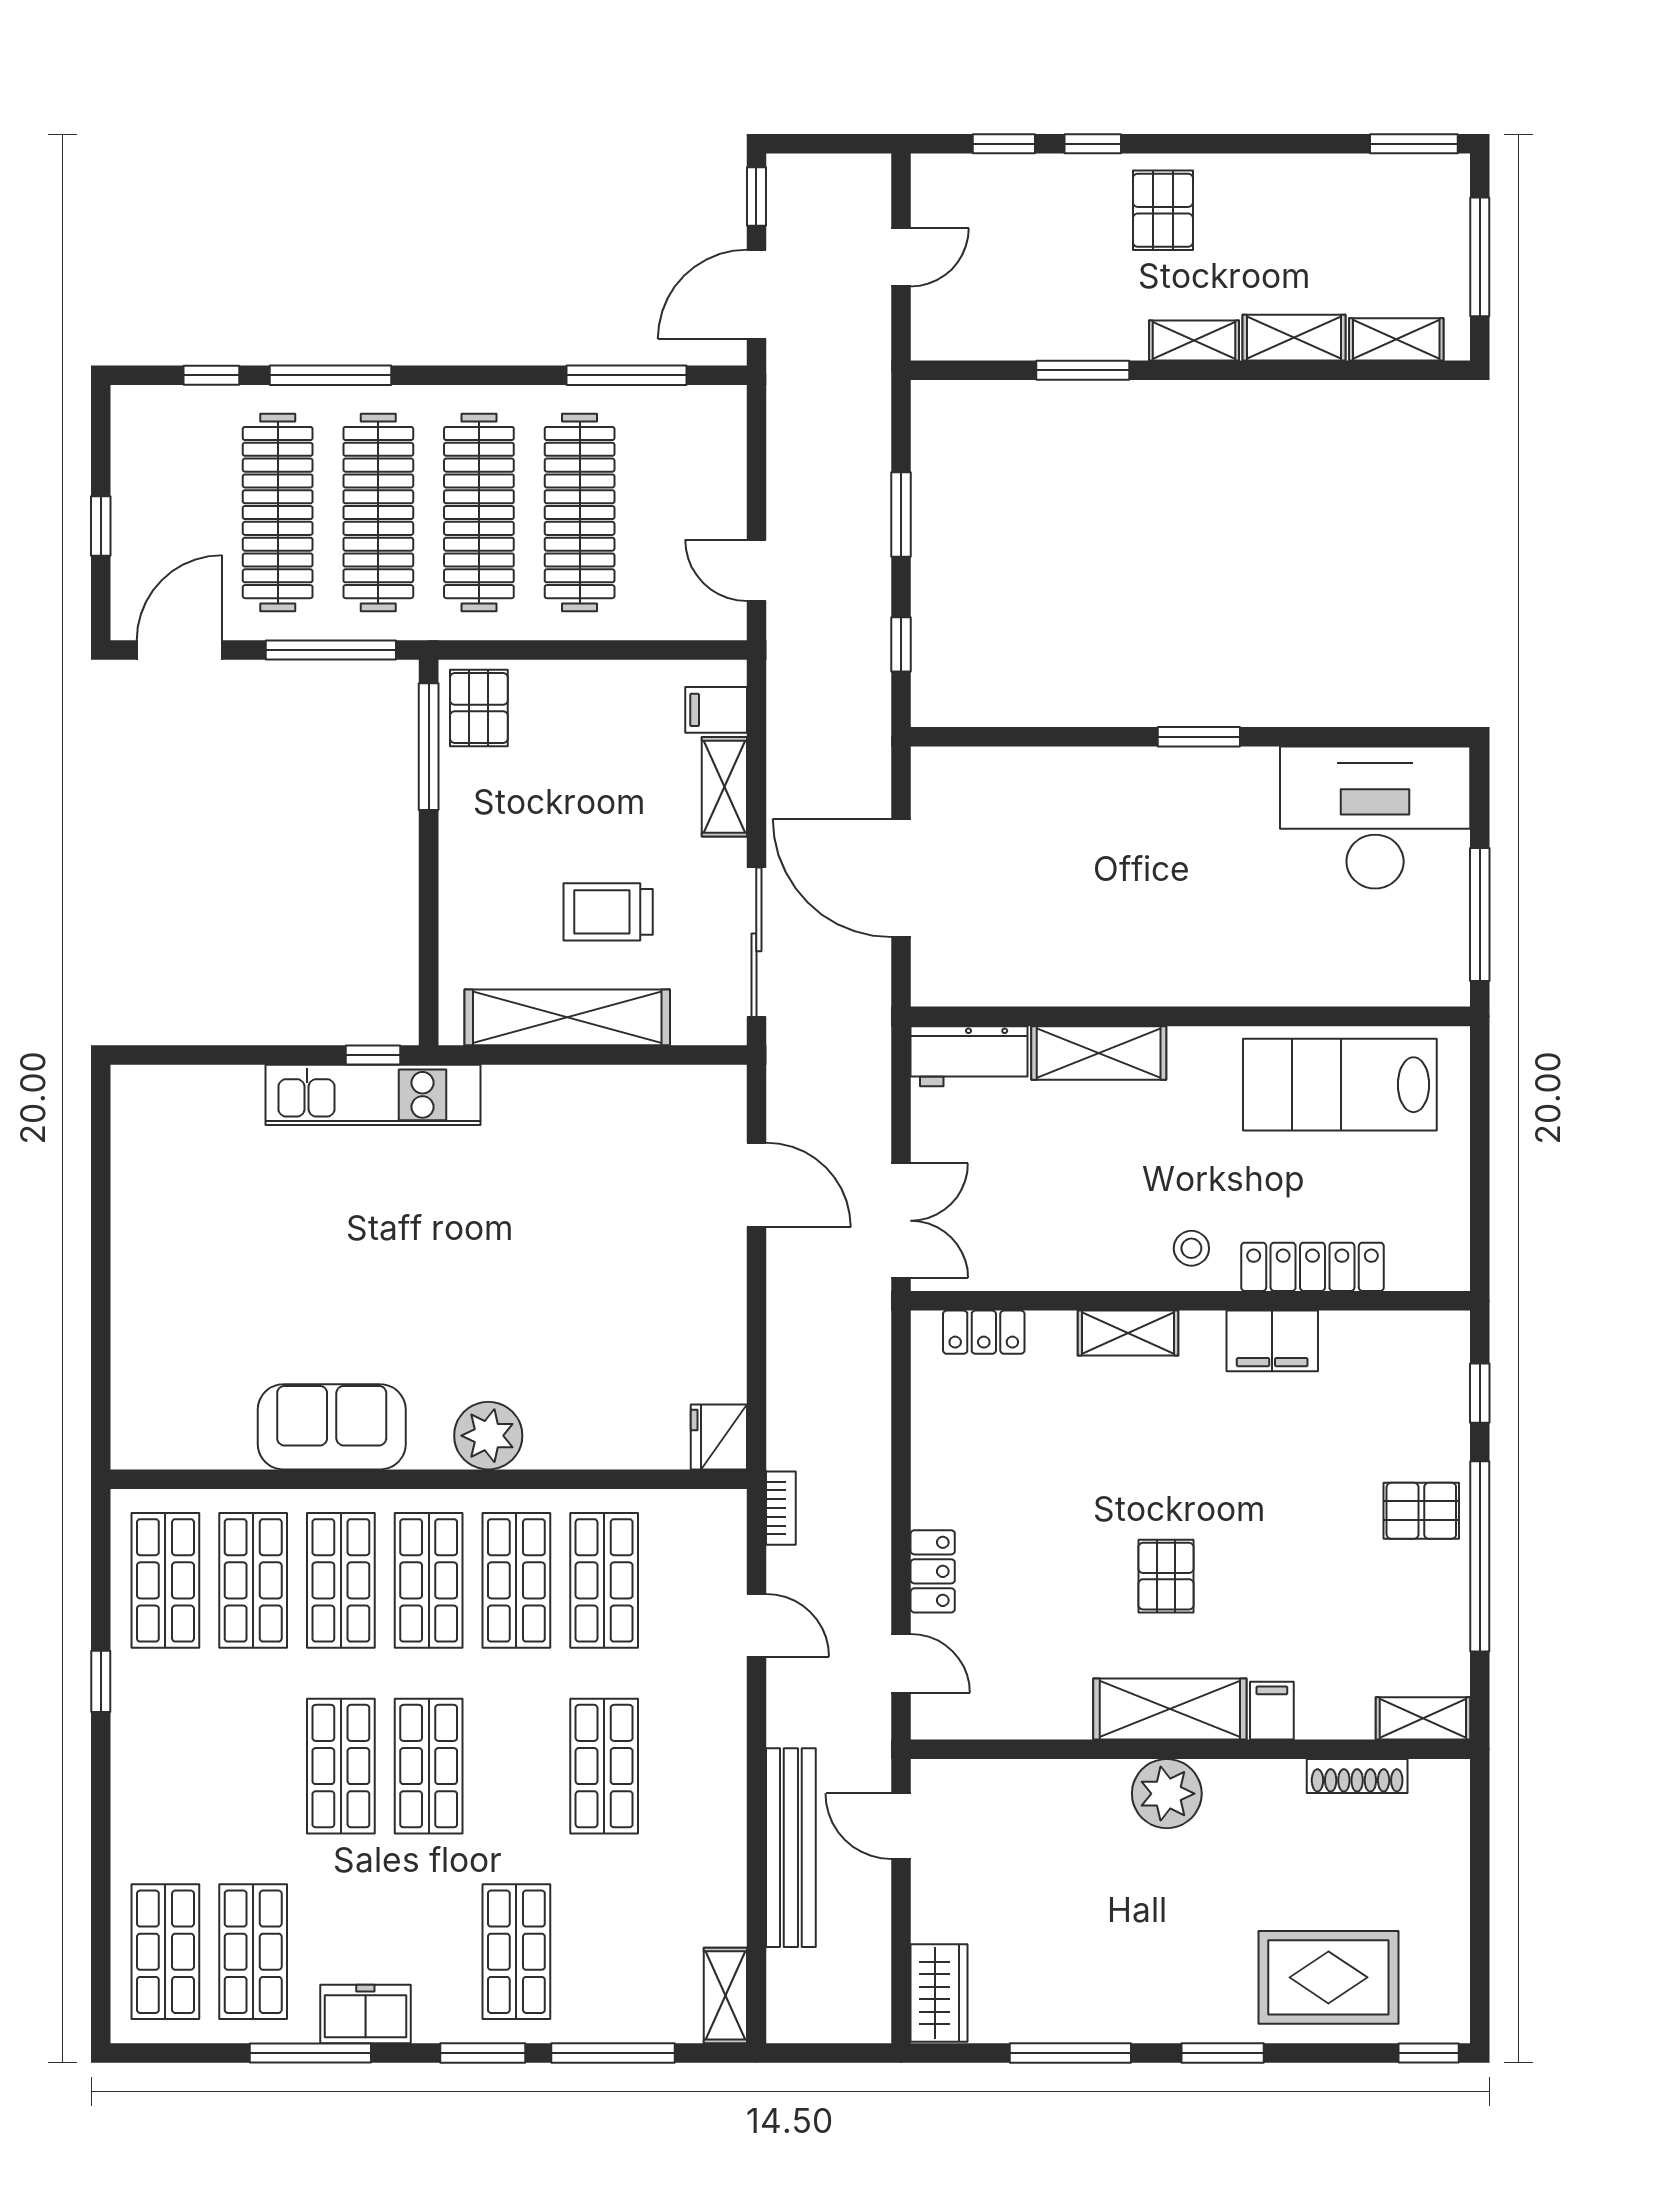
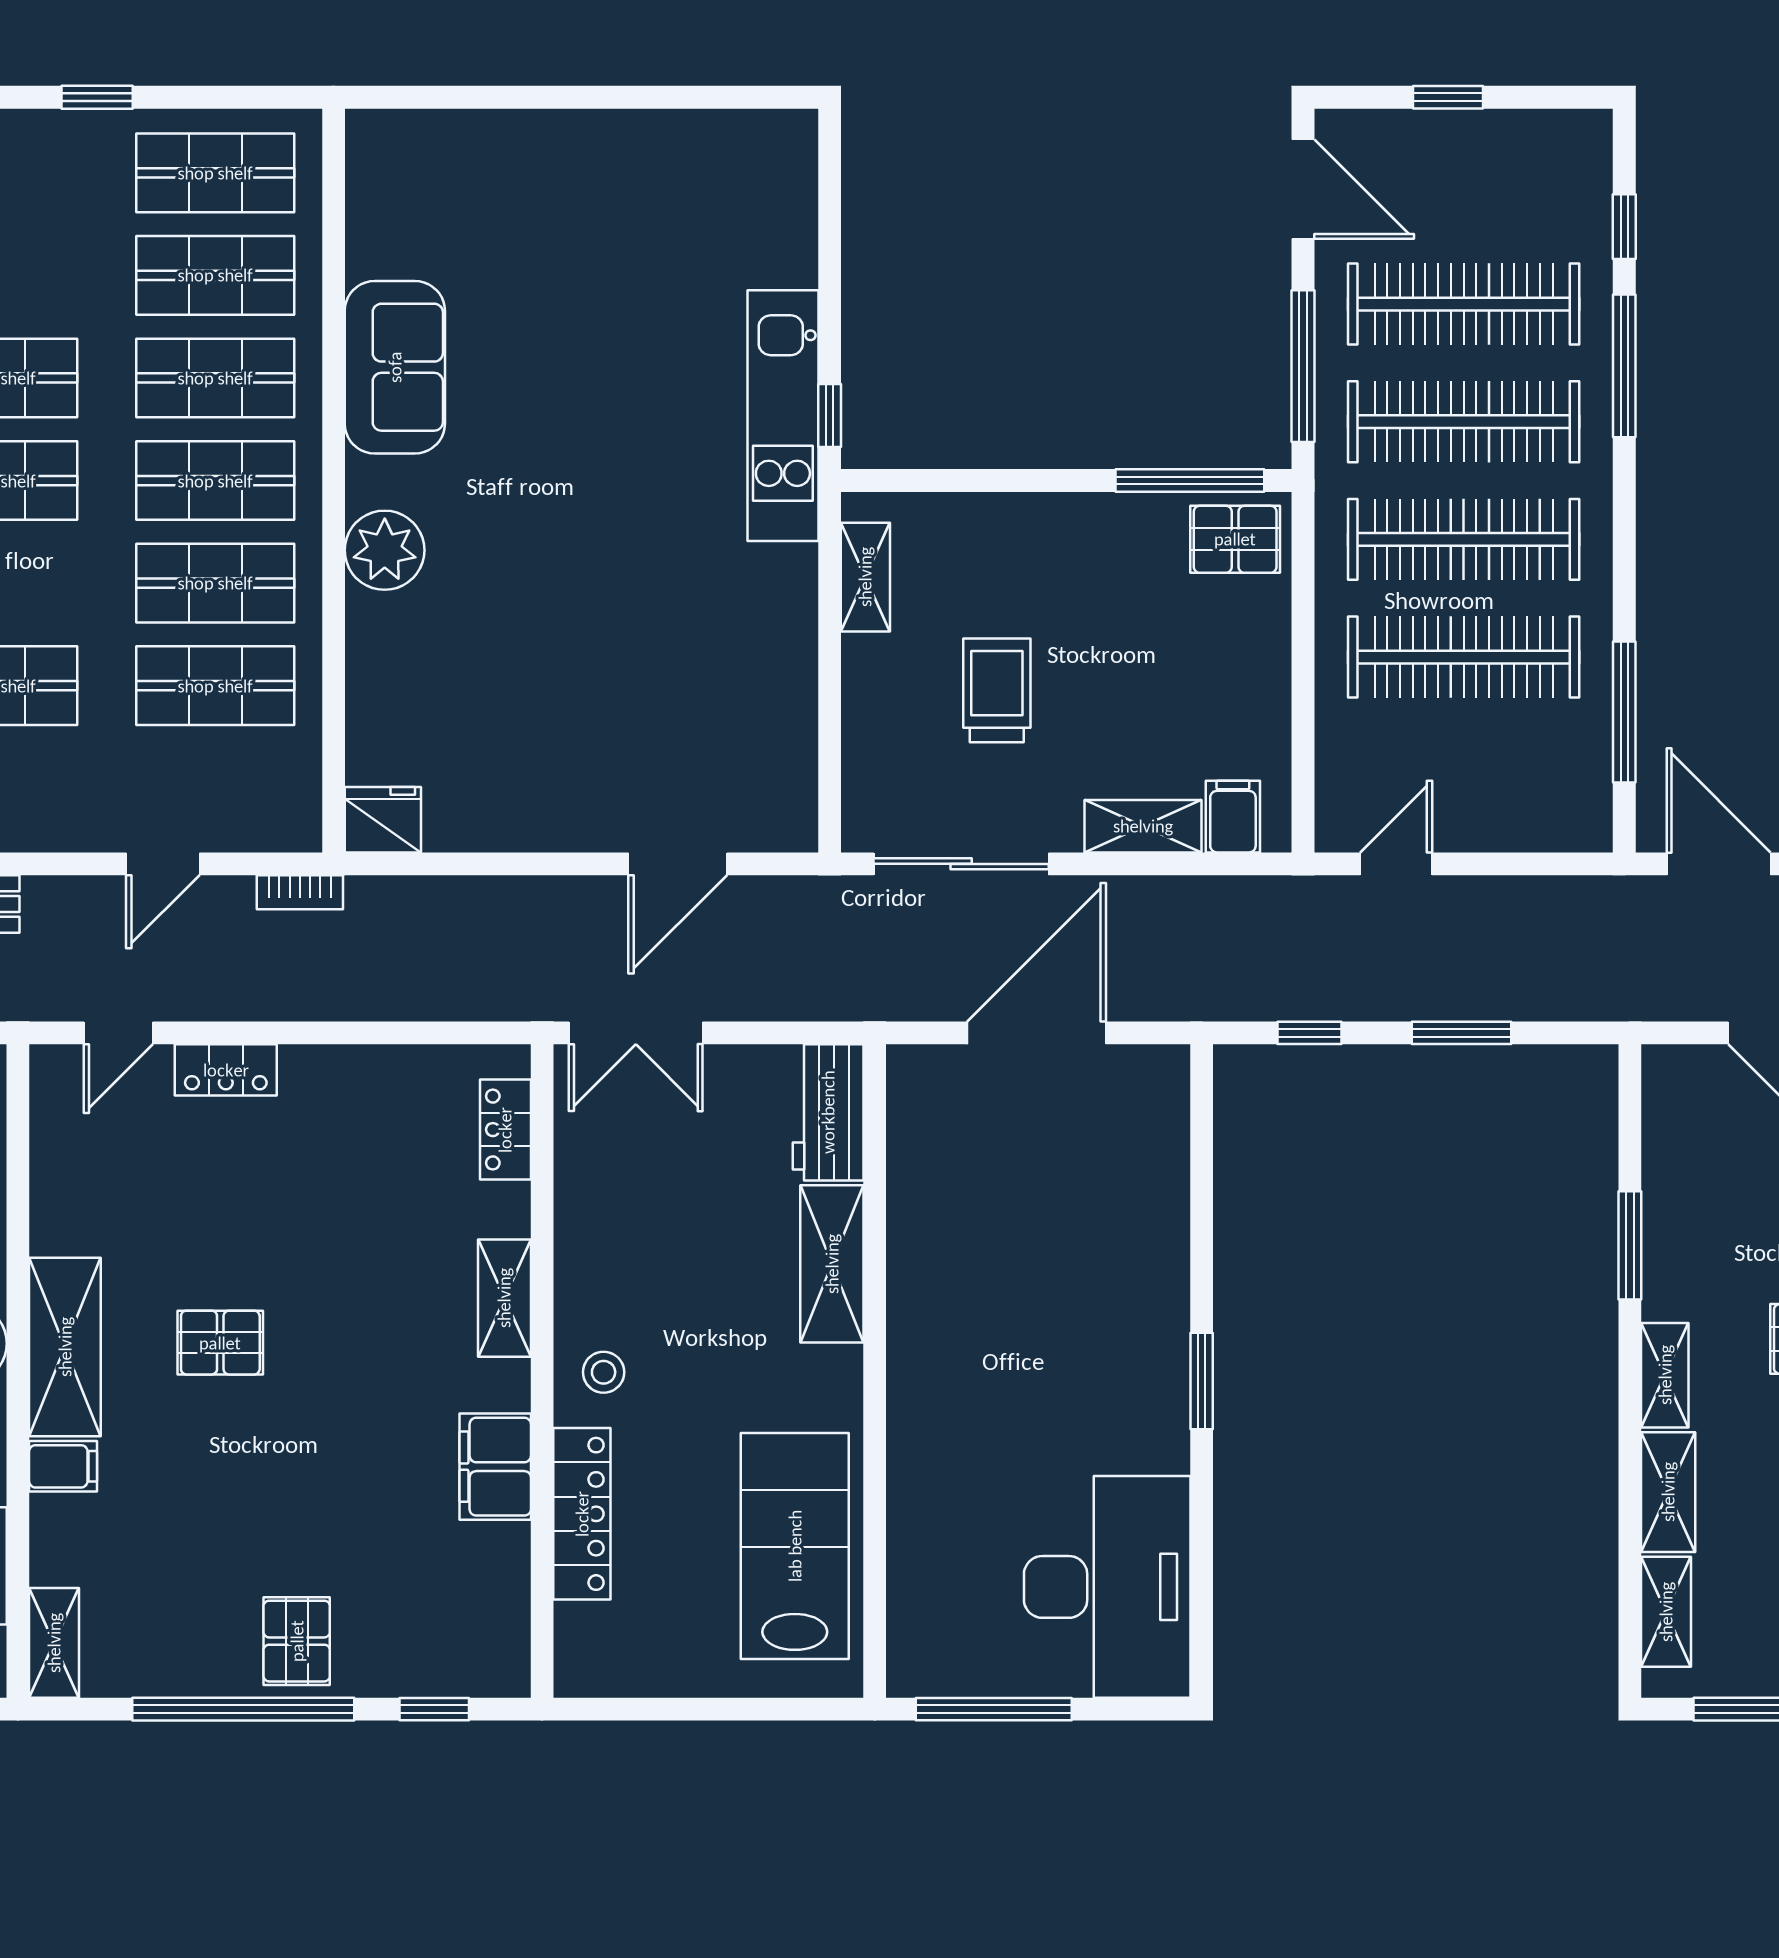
shelving: (567, 1017) -> (865, 577), width x0.45, depth x0.75

